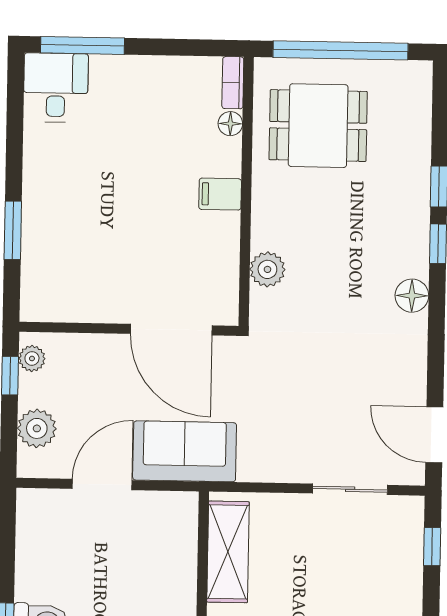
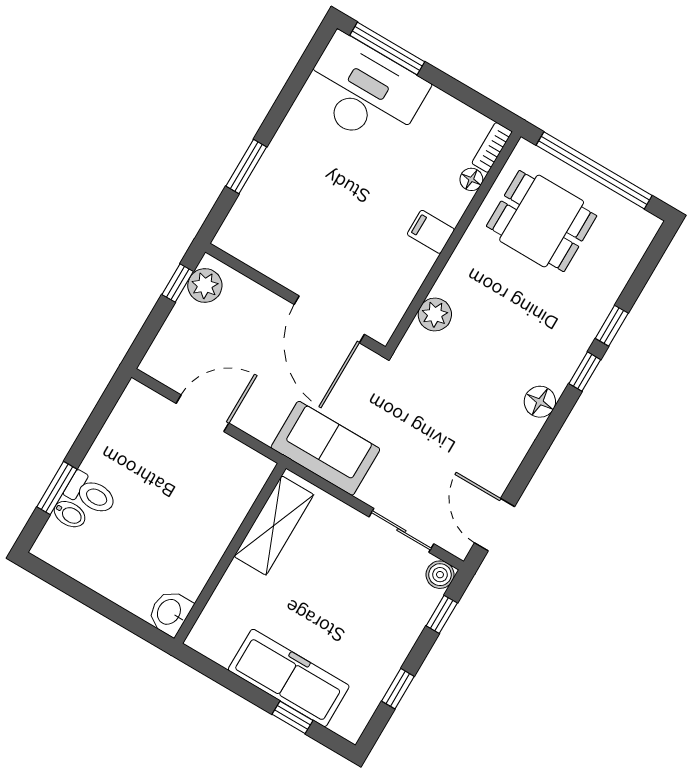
desk: (56, 88) -> (364, 92), width x1.87, depth x1.30
plant: (32, 358) -> (205, 285), width x1.38, depth x1.38
plant: (37, 428) -> (175, 338), removed
sofa: (185, 451) -> (325, 448), moved
boiler: (410, 510) -> (440, 575), added

